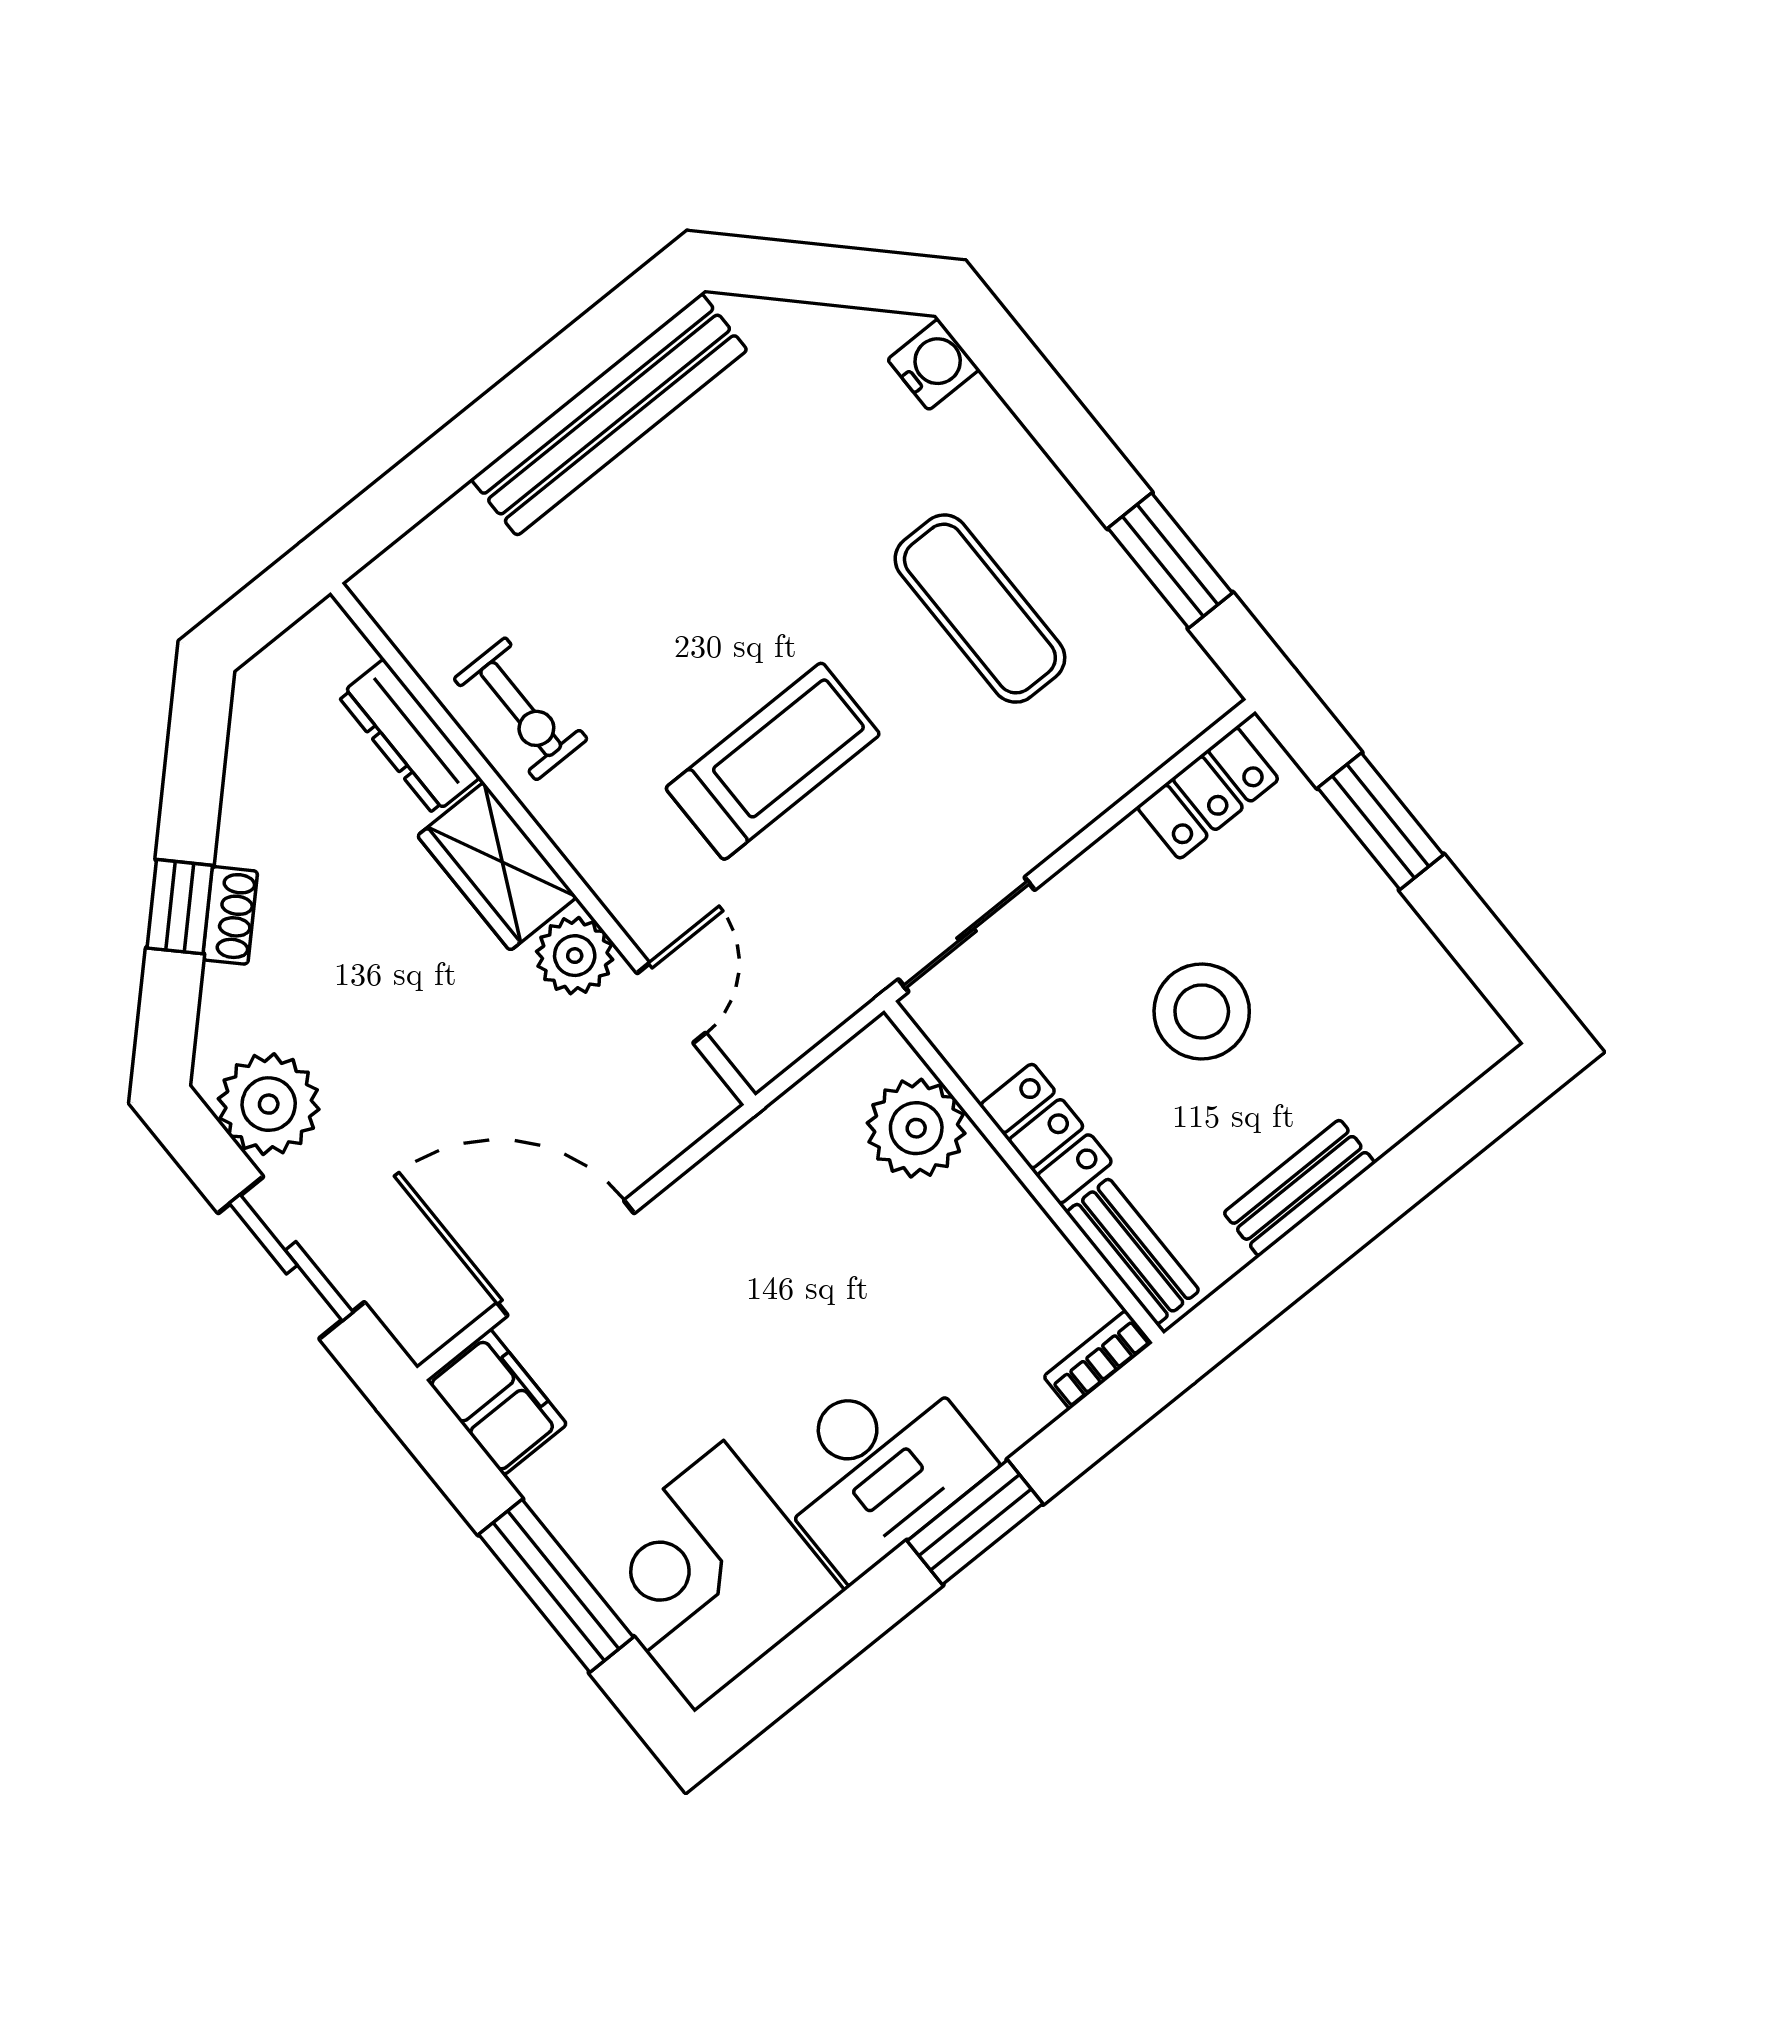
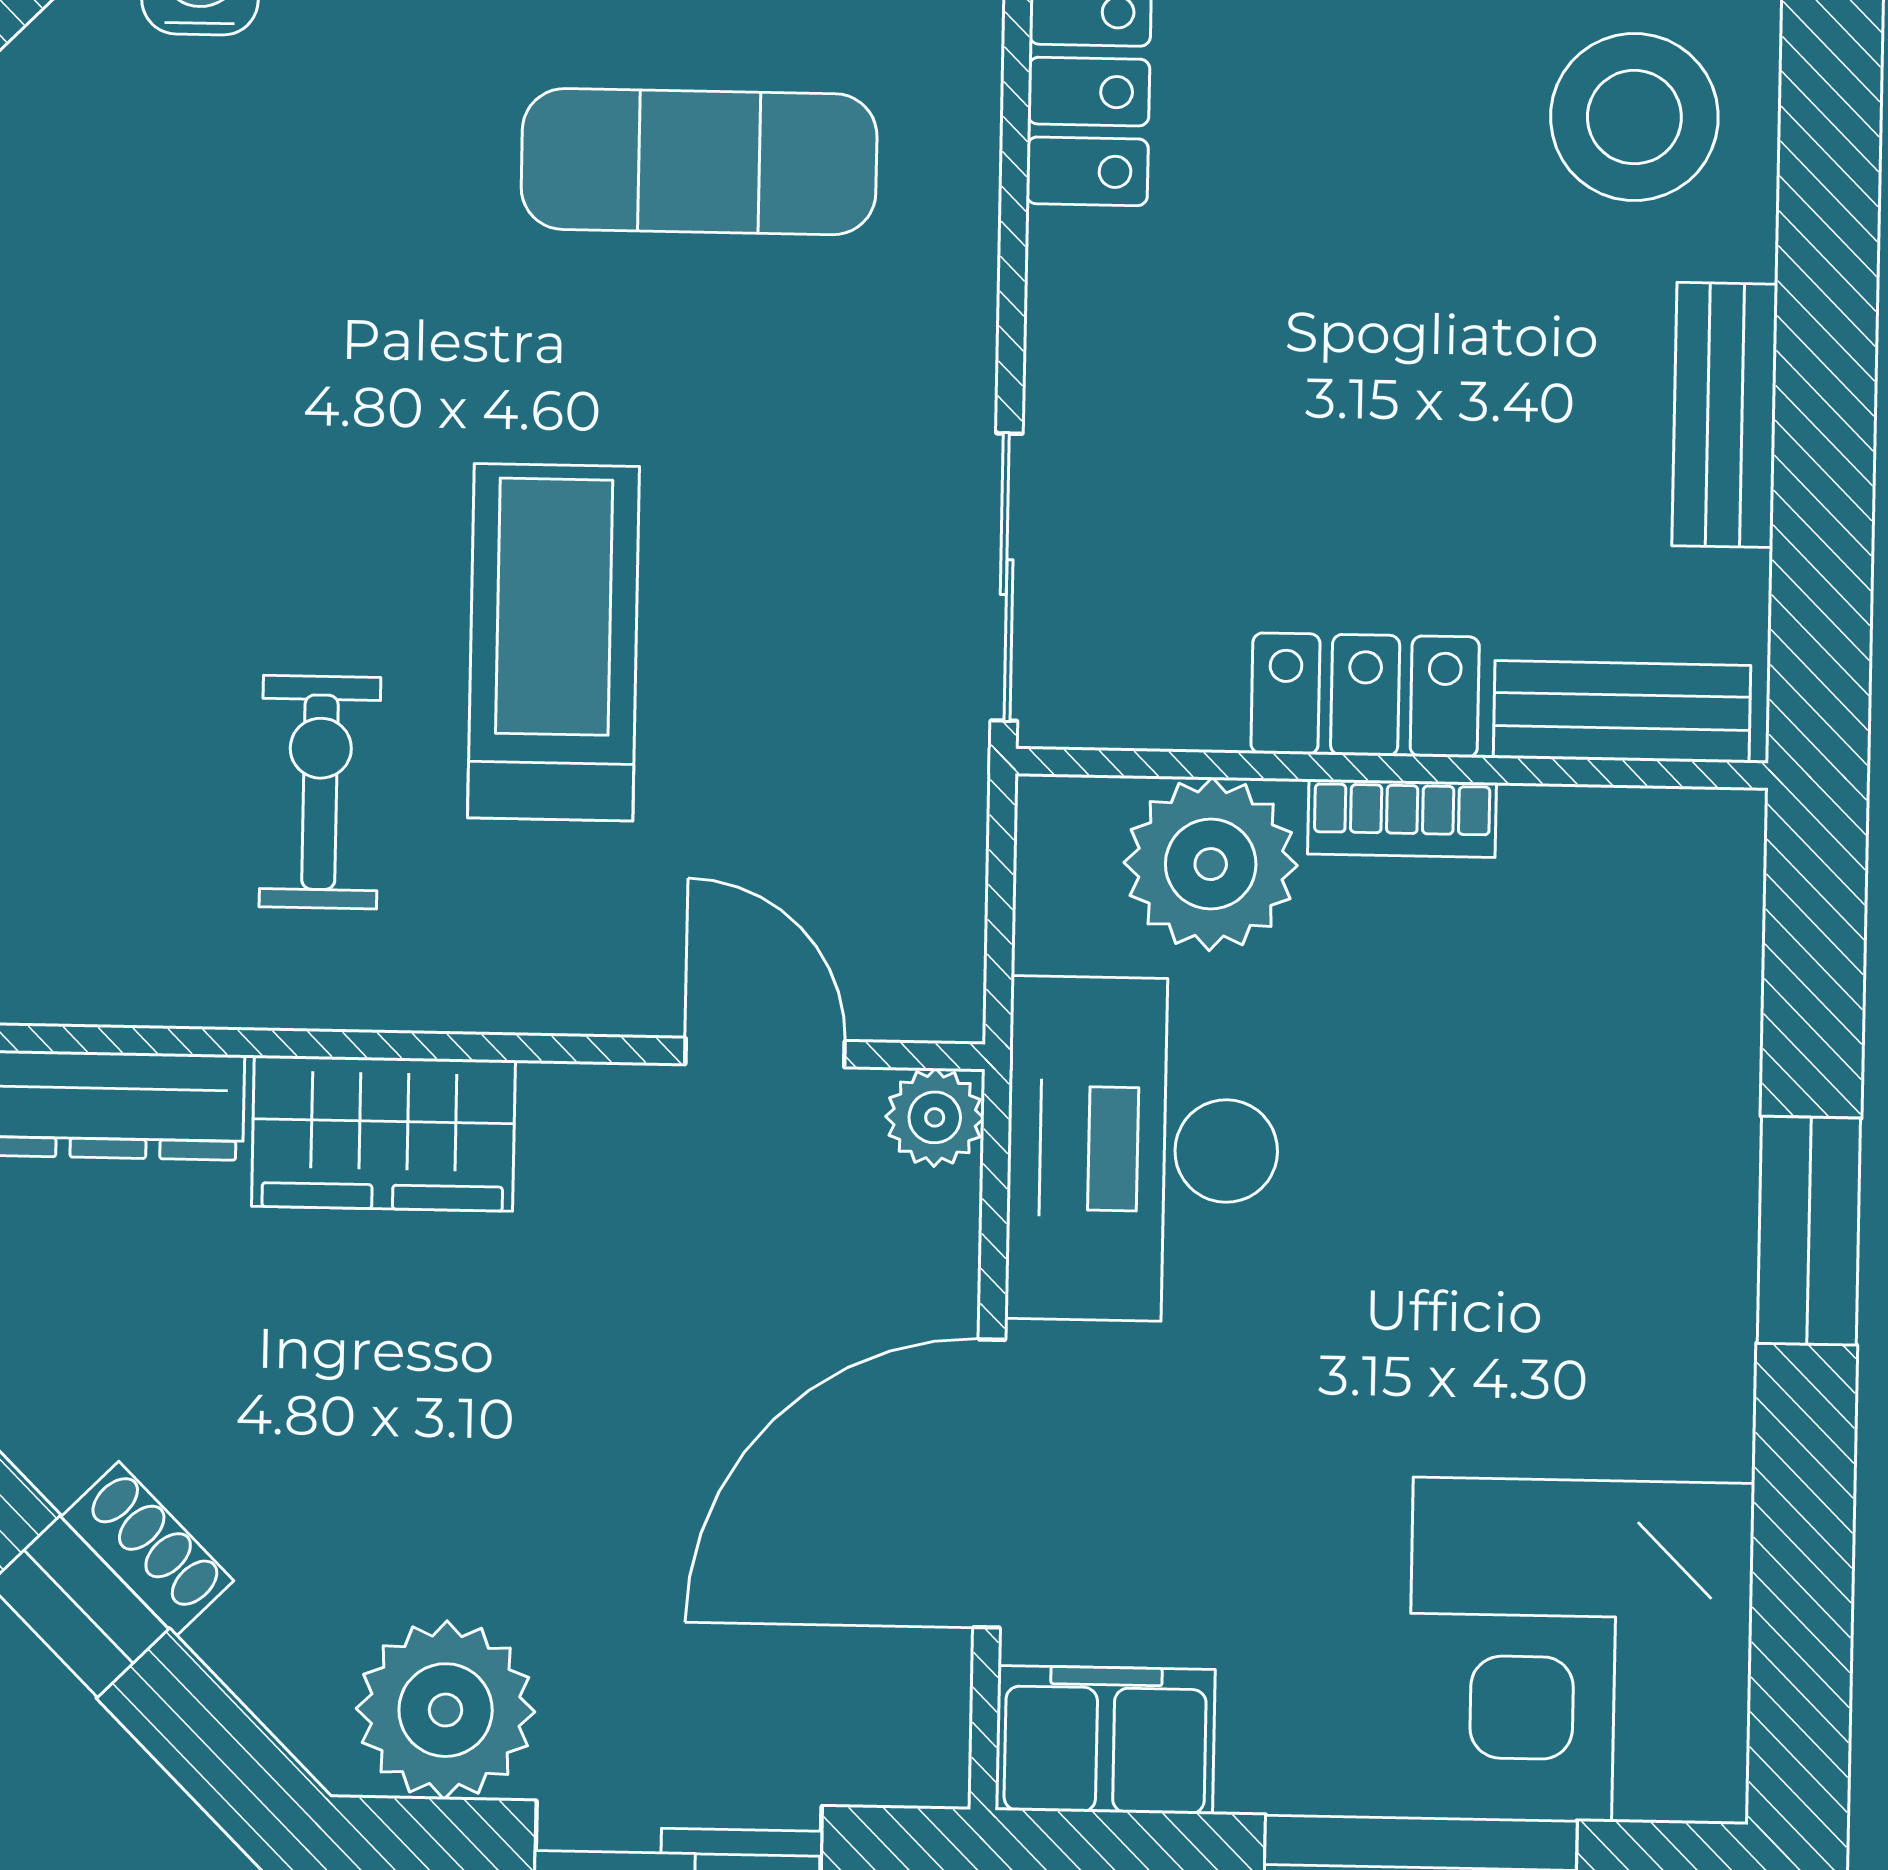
exercise mat: (980, 609) -> (699, 162), moved
exercise bike: (521, 709) -> (320, 792), moved, turned -90
plant: (575, 956) -> (935, 1117), moved, width x0.73, depth x0.73
stool: (1202, 1011) -> (1634, 117), moved
bookcase: (1098, 1360) -> (1402, 818), moved, turned -90
desk: (877, 1467) -> (1143, 1149), moved, turned 180

